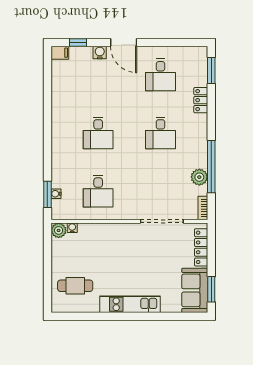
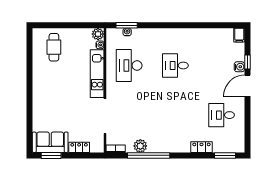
window: (78, 42) -> (247, 62), moved
desk: (160, 133) -> (175, 115), removed
desk: (98, 191) -> (129, 65), width x1.37
locker: (201, 247) -> (79, 147), width x0.66
kitchen unit: (130, 304) -> (97, 74), moved, turned 180

